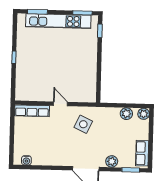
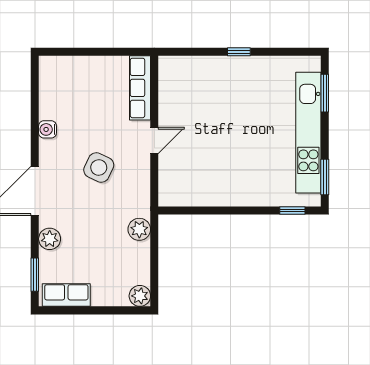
plant: (126, 114) -> (139, 229), moved
side table: (83, 124) -> (99, 168), moved
water cooler: (26, 160) -> (48, 129), moved

